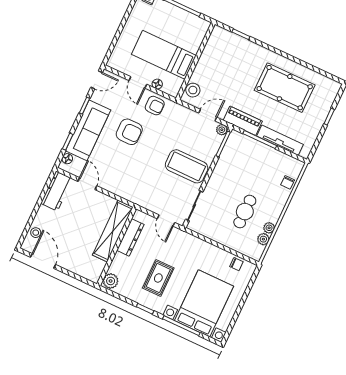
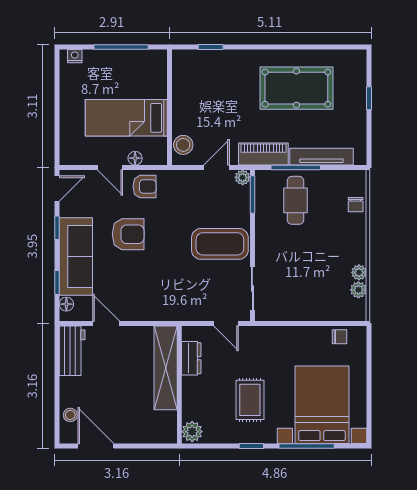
cafe table: (245, 212) -> (296, 200), moved
dresser: (130, 237) -> (191, 358), width x0.70

